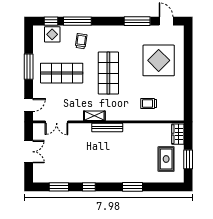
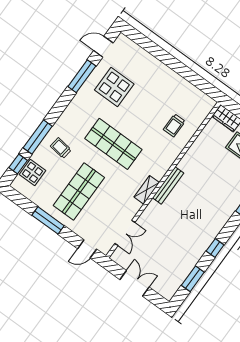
display table: (159, 60) -> (114, 87), moved, width x0.73, depth x0.73
door: (29, 105) -> (87, 249), swing flipped

